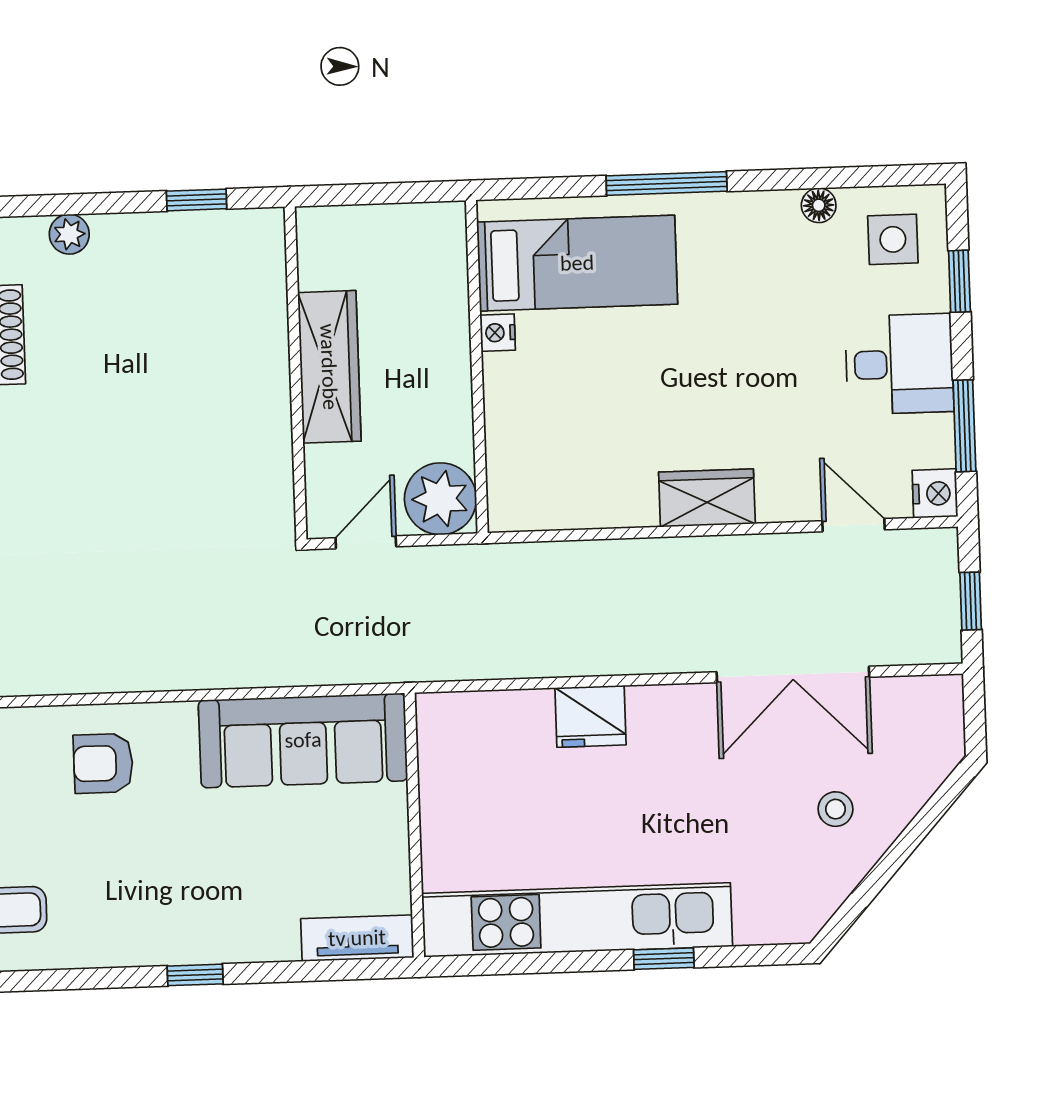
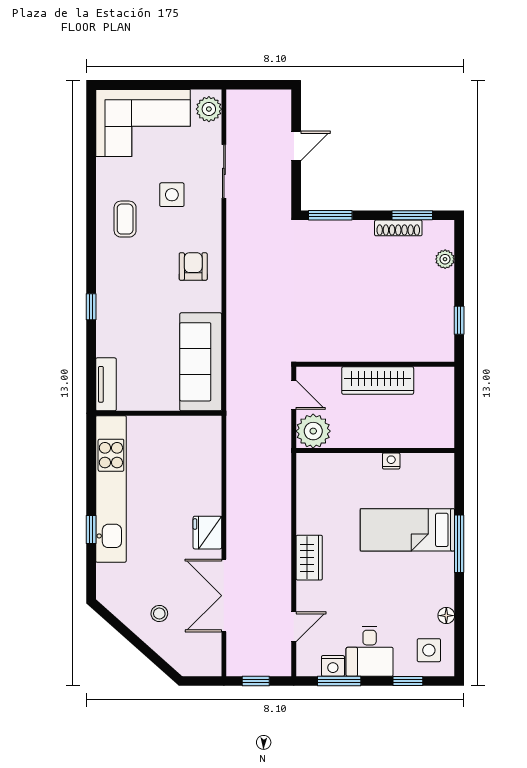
bed: (577, 263) -> (407, 530), moved, turned 90
nightstand: (935, 493) -> (333, 666), moved
fridge: (590, 716) -> (207, 533), moved

